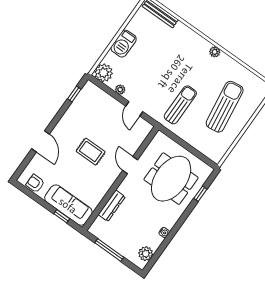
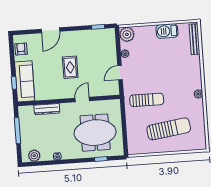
barbecue: (124, 44) -> (167, 31), moved

